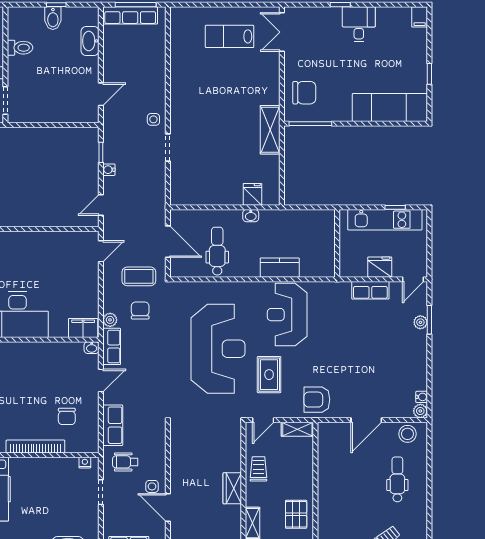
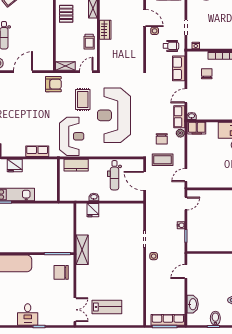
wall: (337, 243) -> (58, 180), moved
row of seats: (370, 290) -> (37, 151), moved

